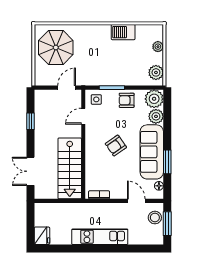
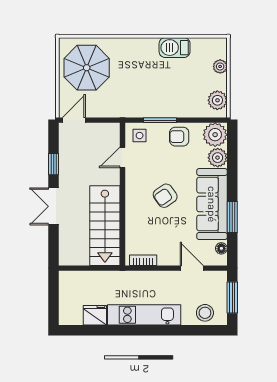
door: (67, 88) -> (74, 120), moved
double door: (30, 171) -> (54, 206), moved
stool: (155, 218) -> (205, 313), moved
fridge: (42, 236) -> (95, 315), moved, turned -90

